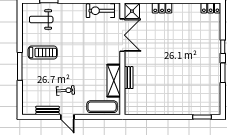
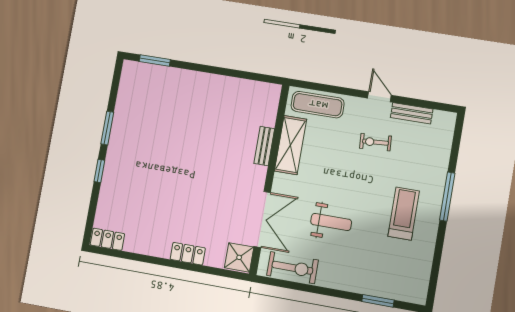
weight bench: (41, 19) -> (331, 222), moved
double door: (122, 35) -> (262, 219), swing flipped
treadmill: (43, 52) -> (404, 214), turned 90

